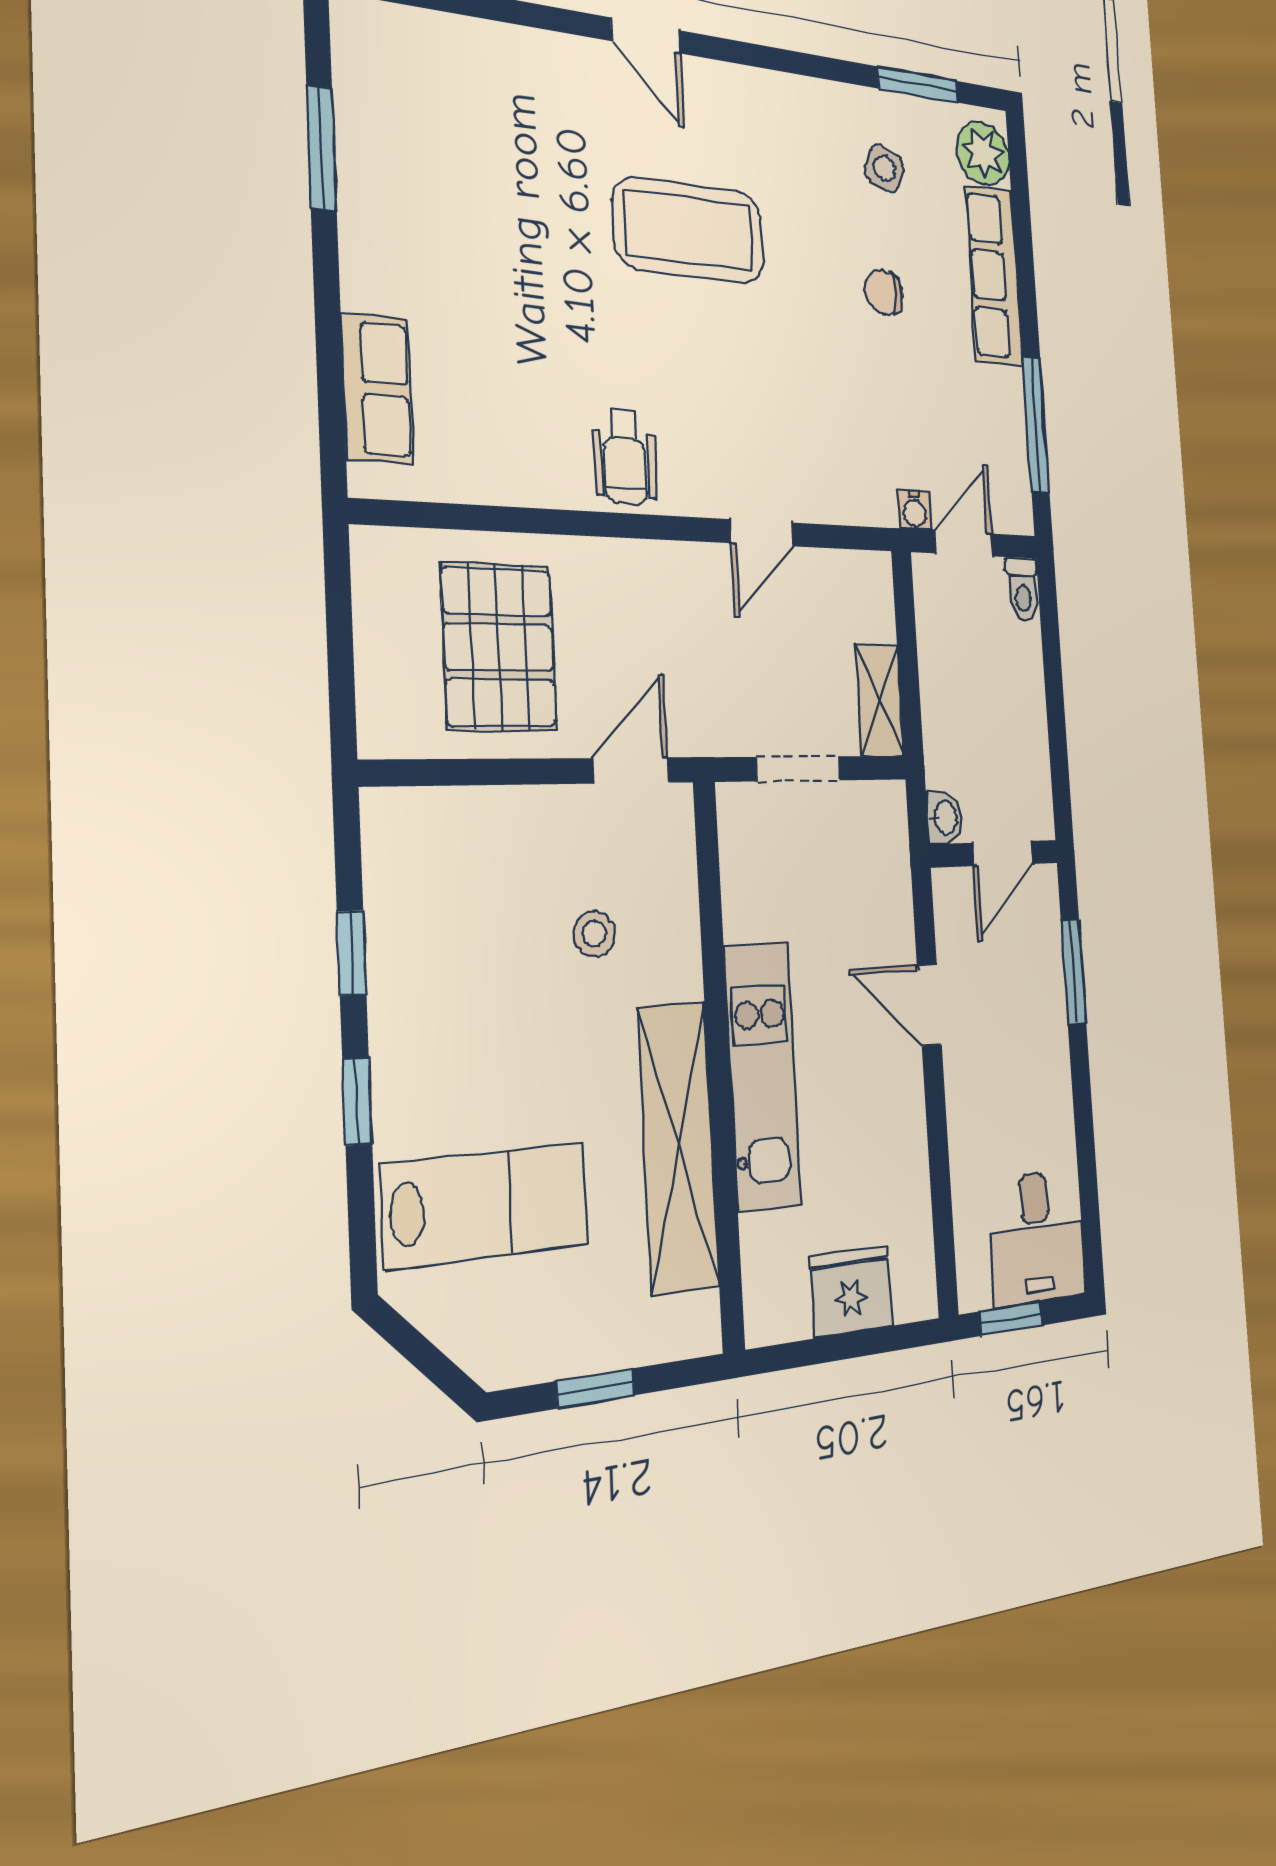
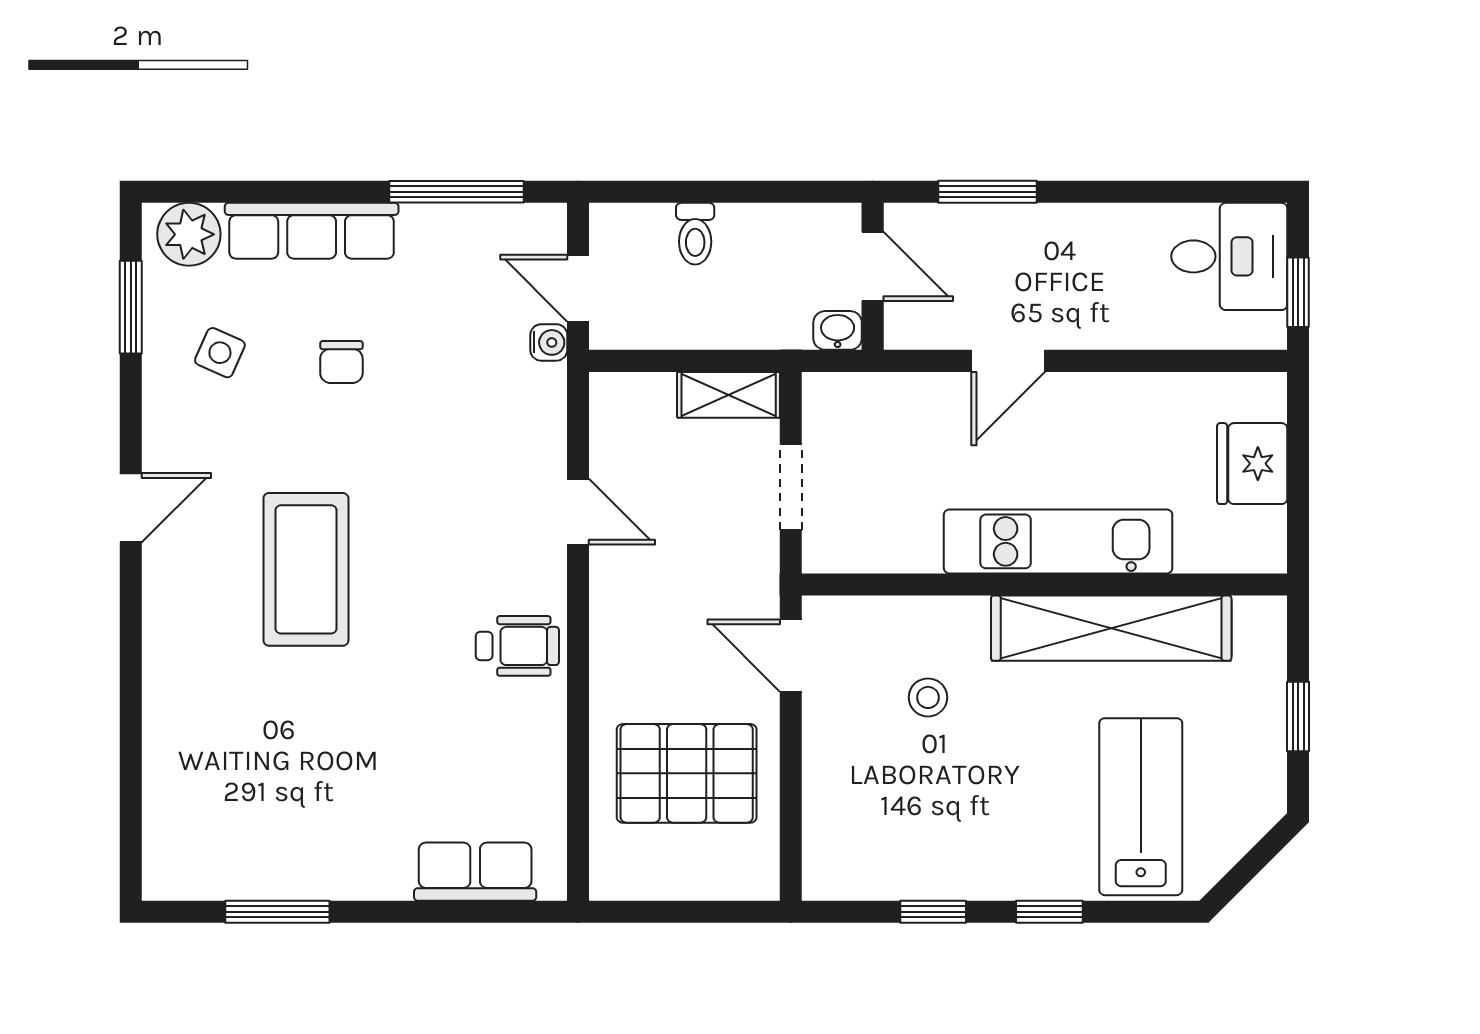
door: (645, 36) -> (131, 508), moved
toilet: (1023, 589) -> (695, 234), moved, turned 90

